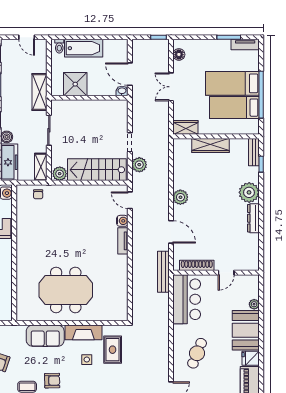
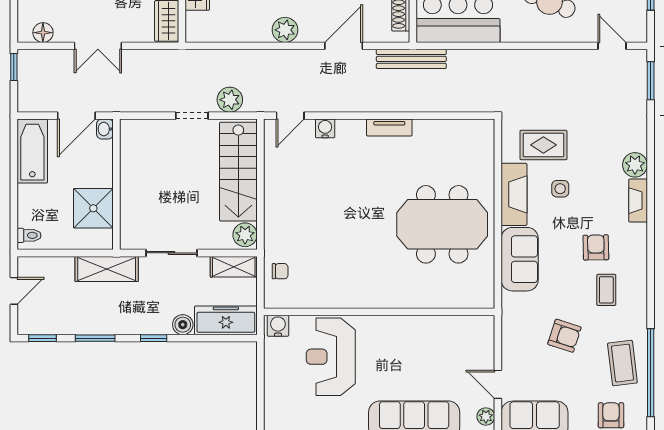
bathtub: (84, 48) -> (32, 151), moved
tv unit: (123, 241) -> (389, 128), moved
meeting table: (66, 290) -> (442, 224), turned 90

